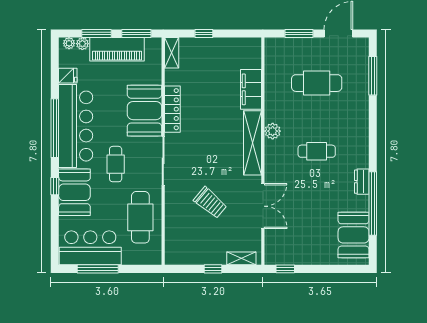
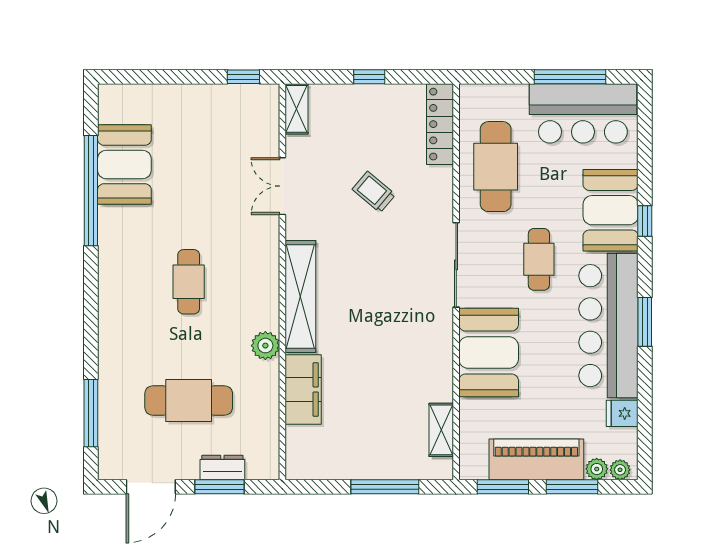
window: (204, 34) -> (385, 487), width x2.17
shelving: (172, 53) -> (441, 430), moved
locker: (172, 109) -> (440, 124), moved
window: (55, 128) -> (645, 322), width x0.47
plant: (273, 131) -> (265, 346), moved
cafe table: (317, 151) -> (189, 282), turned 90
dresser: (362, 182) -> (222, 467), moved, turned -90
trolley: (210, 203) -> (374, 192), width x0.73, depth x0.72
double door: (263, 206) -> (282, 186), width x0.73
booth: (354, 235) -> (124, 164), moved
shelving: (241, 258) -> (296, 109), moved, turned 90

